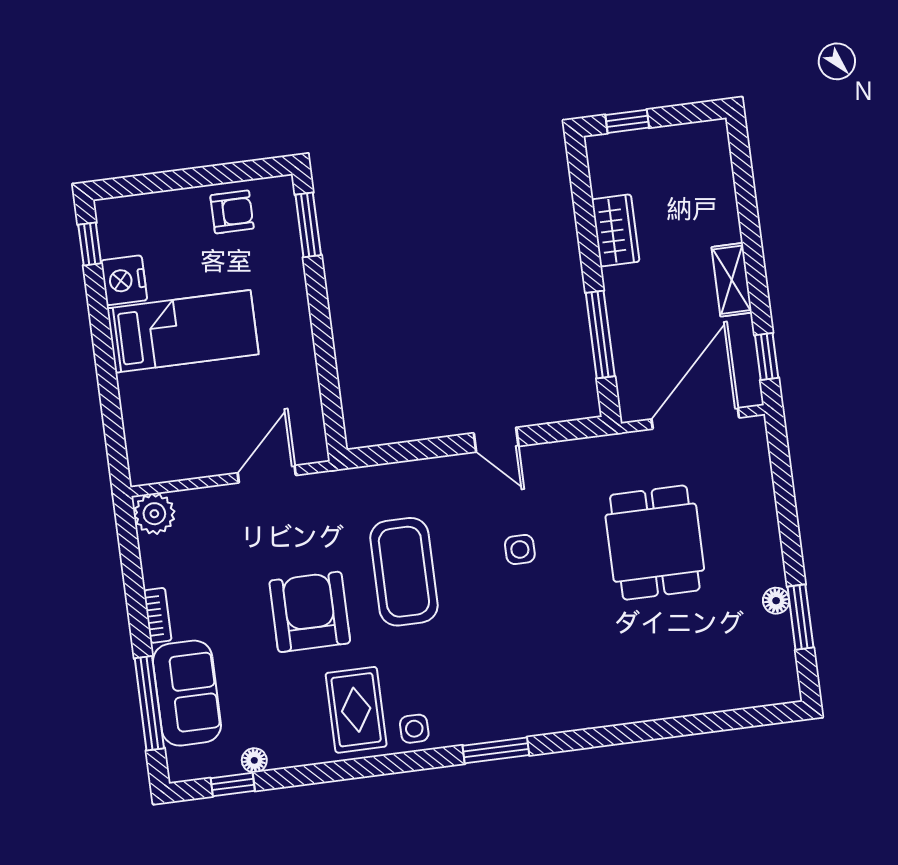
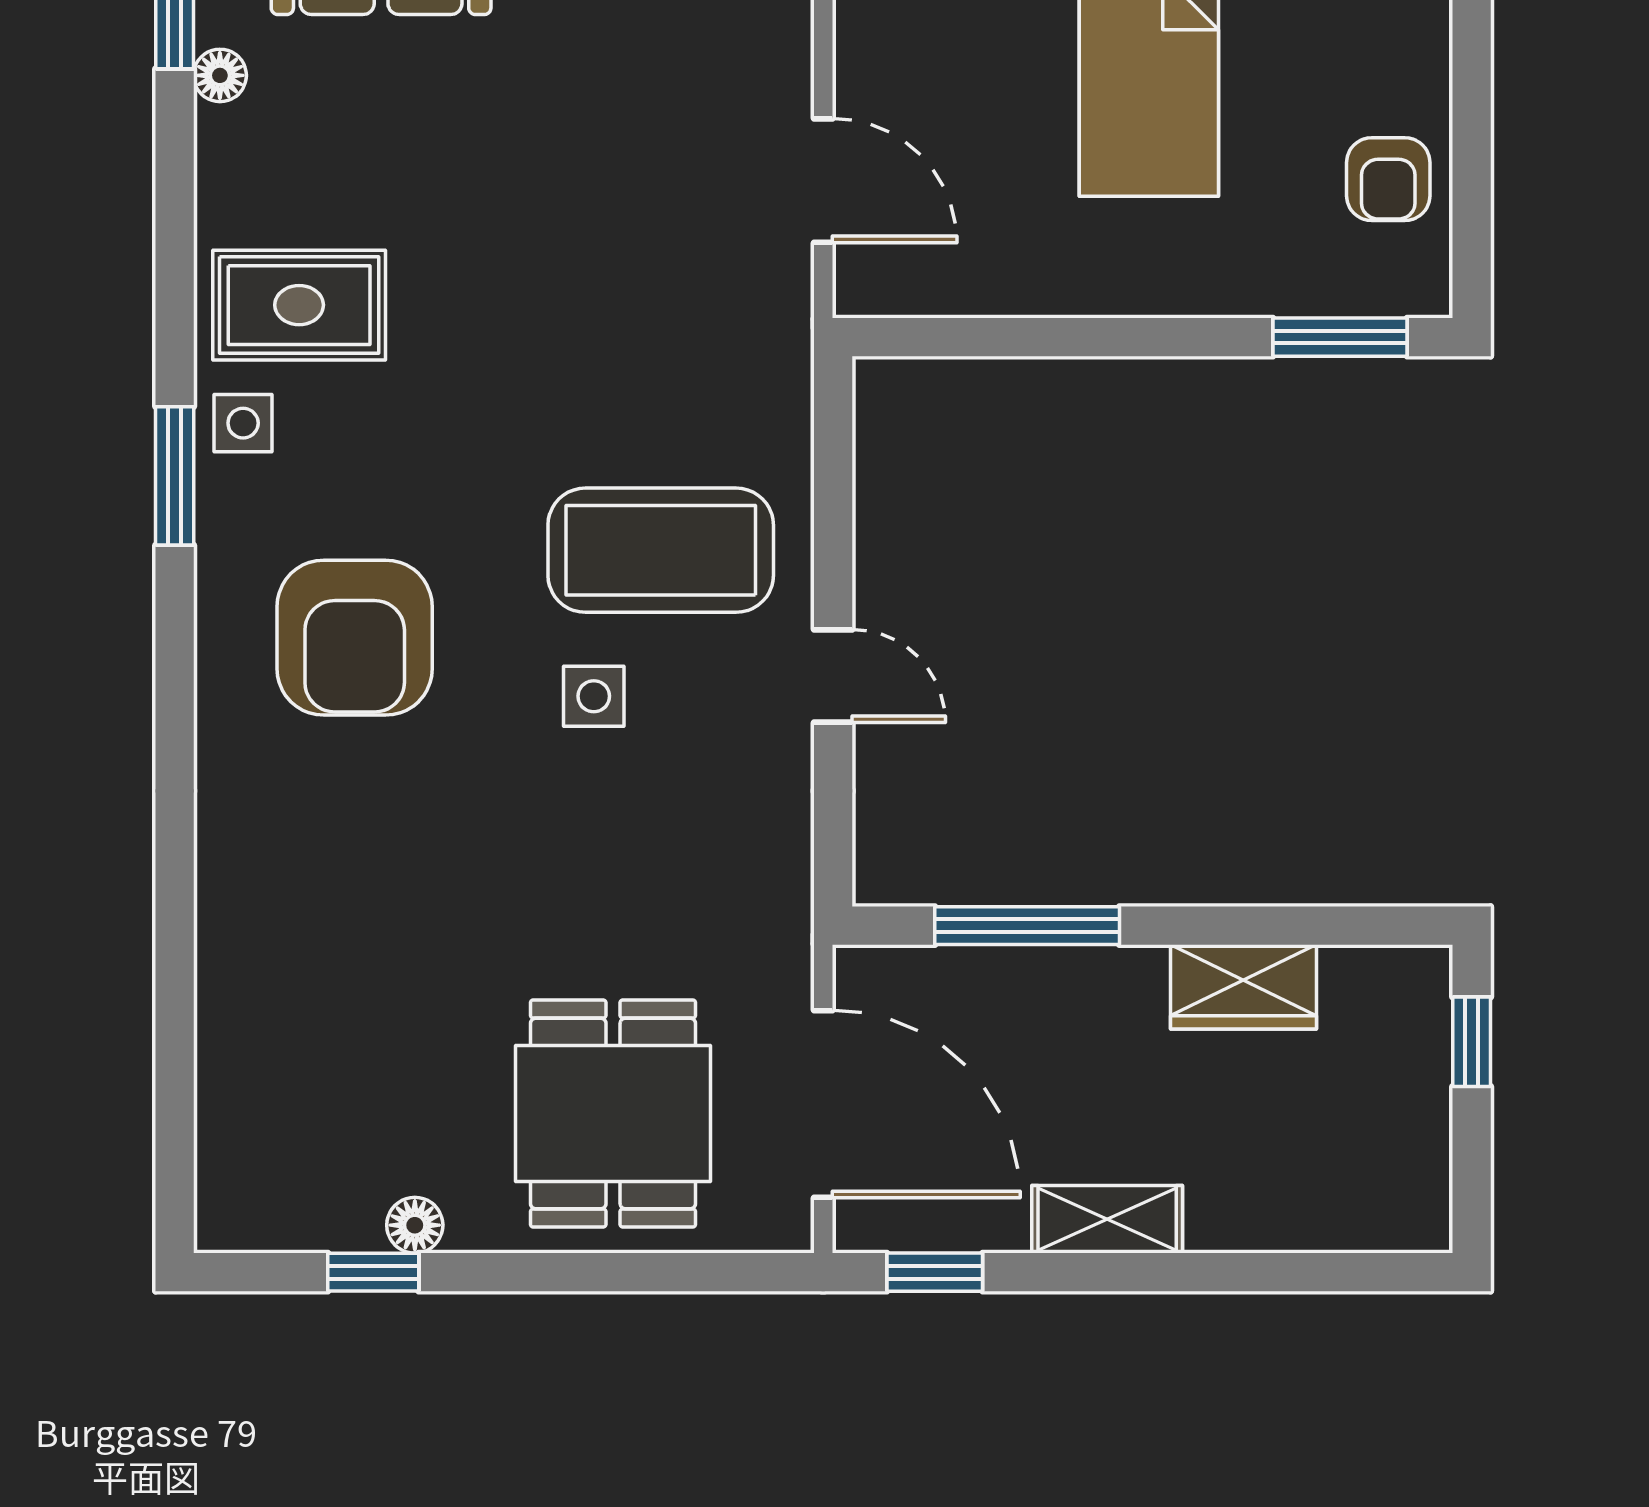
door: (496, 440) -> (833, 676), swing flipped
dining table: (655, 543) -> (613, 1113), moved, turned 90
coffee table: (404, 572) -> (661, 550), moved
armchair: (310, 612) -> (355, 638), moved, turned 90
window: (800, 617) -> (373, 1272), width x0.67
window: (496, 750) -> (175, 476), moved

